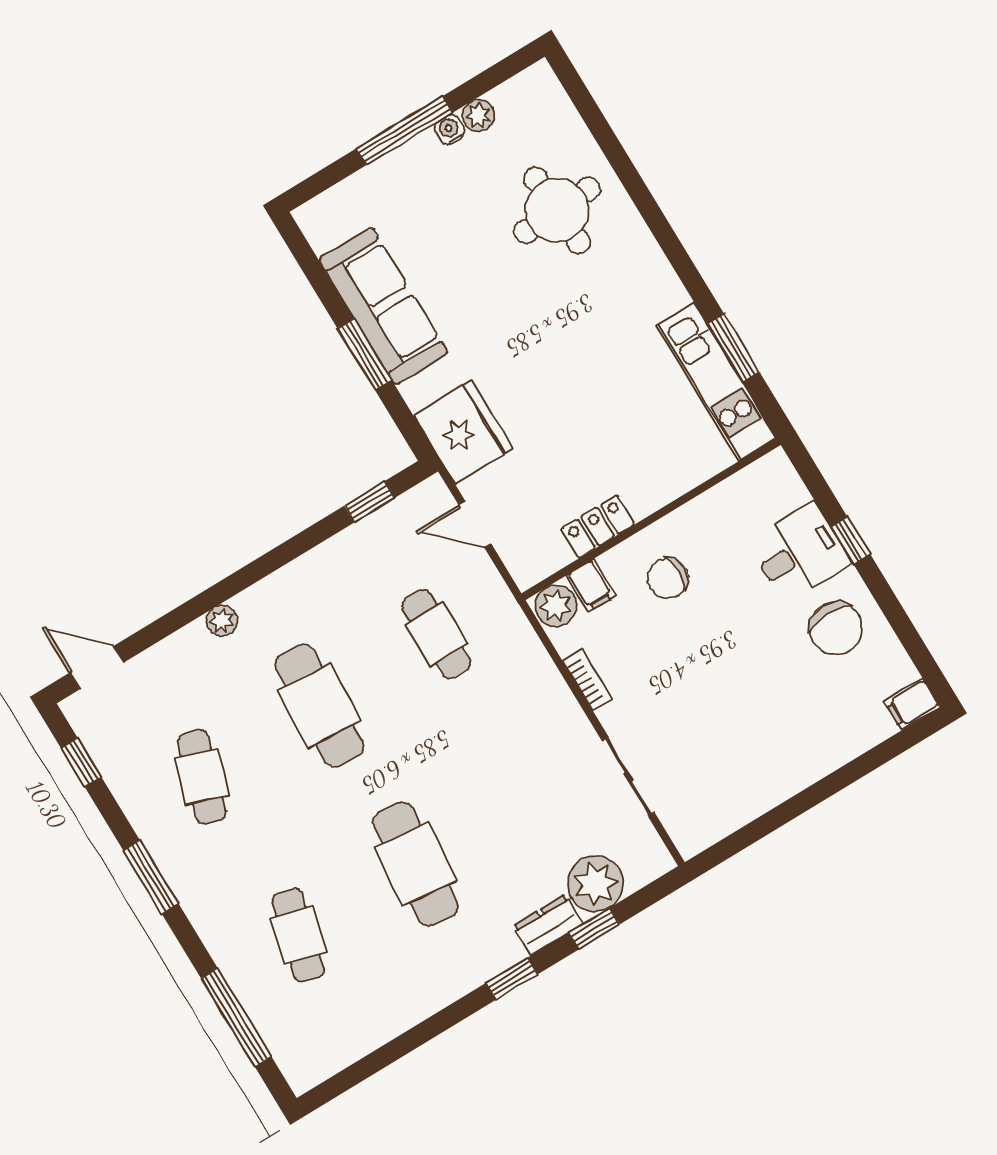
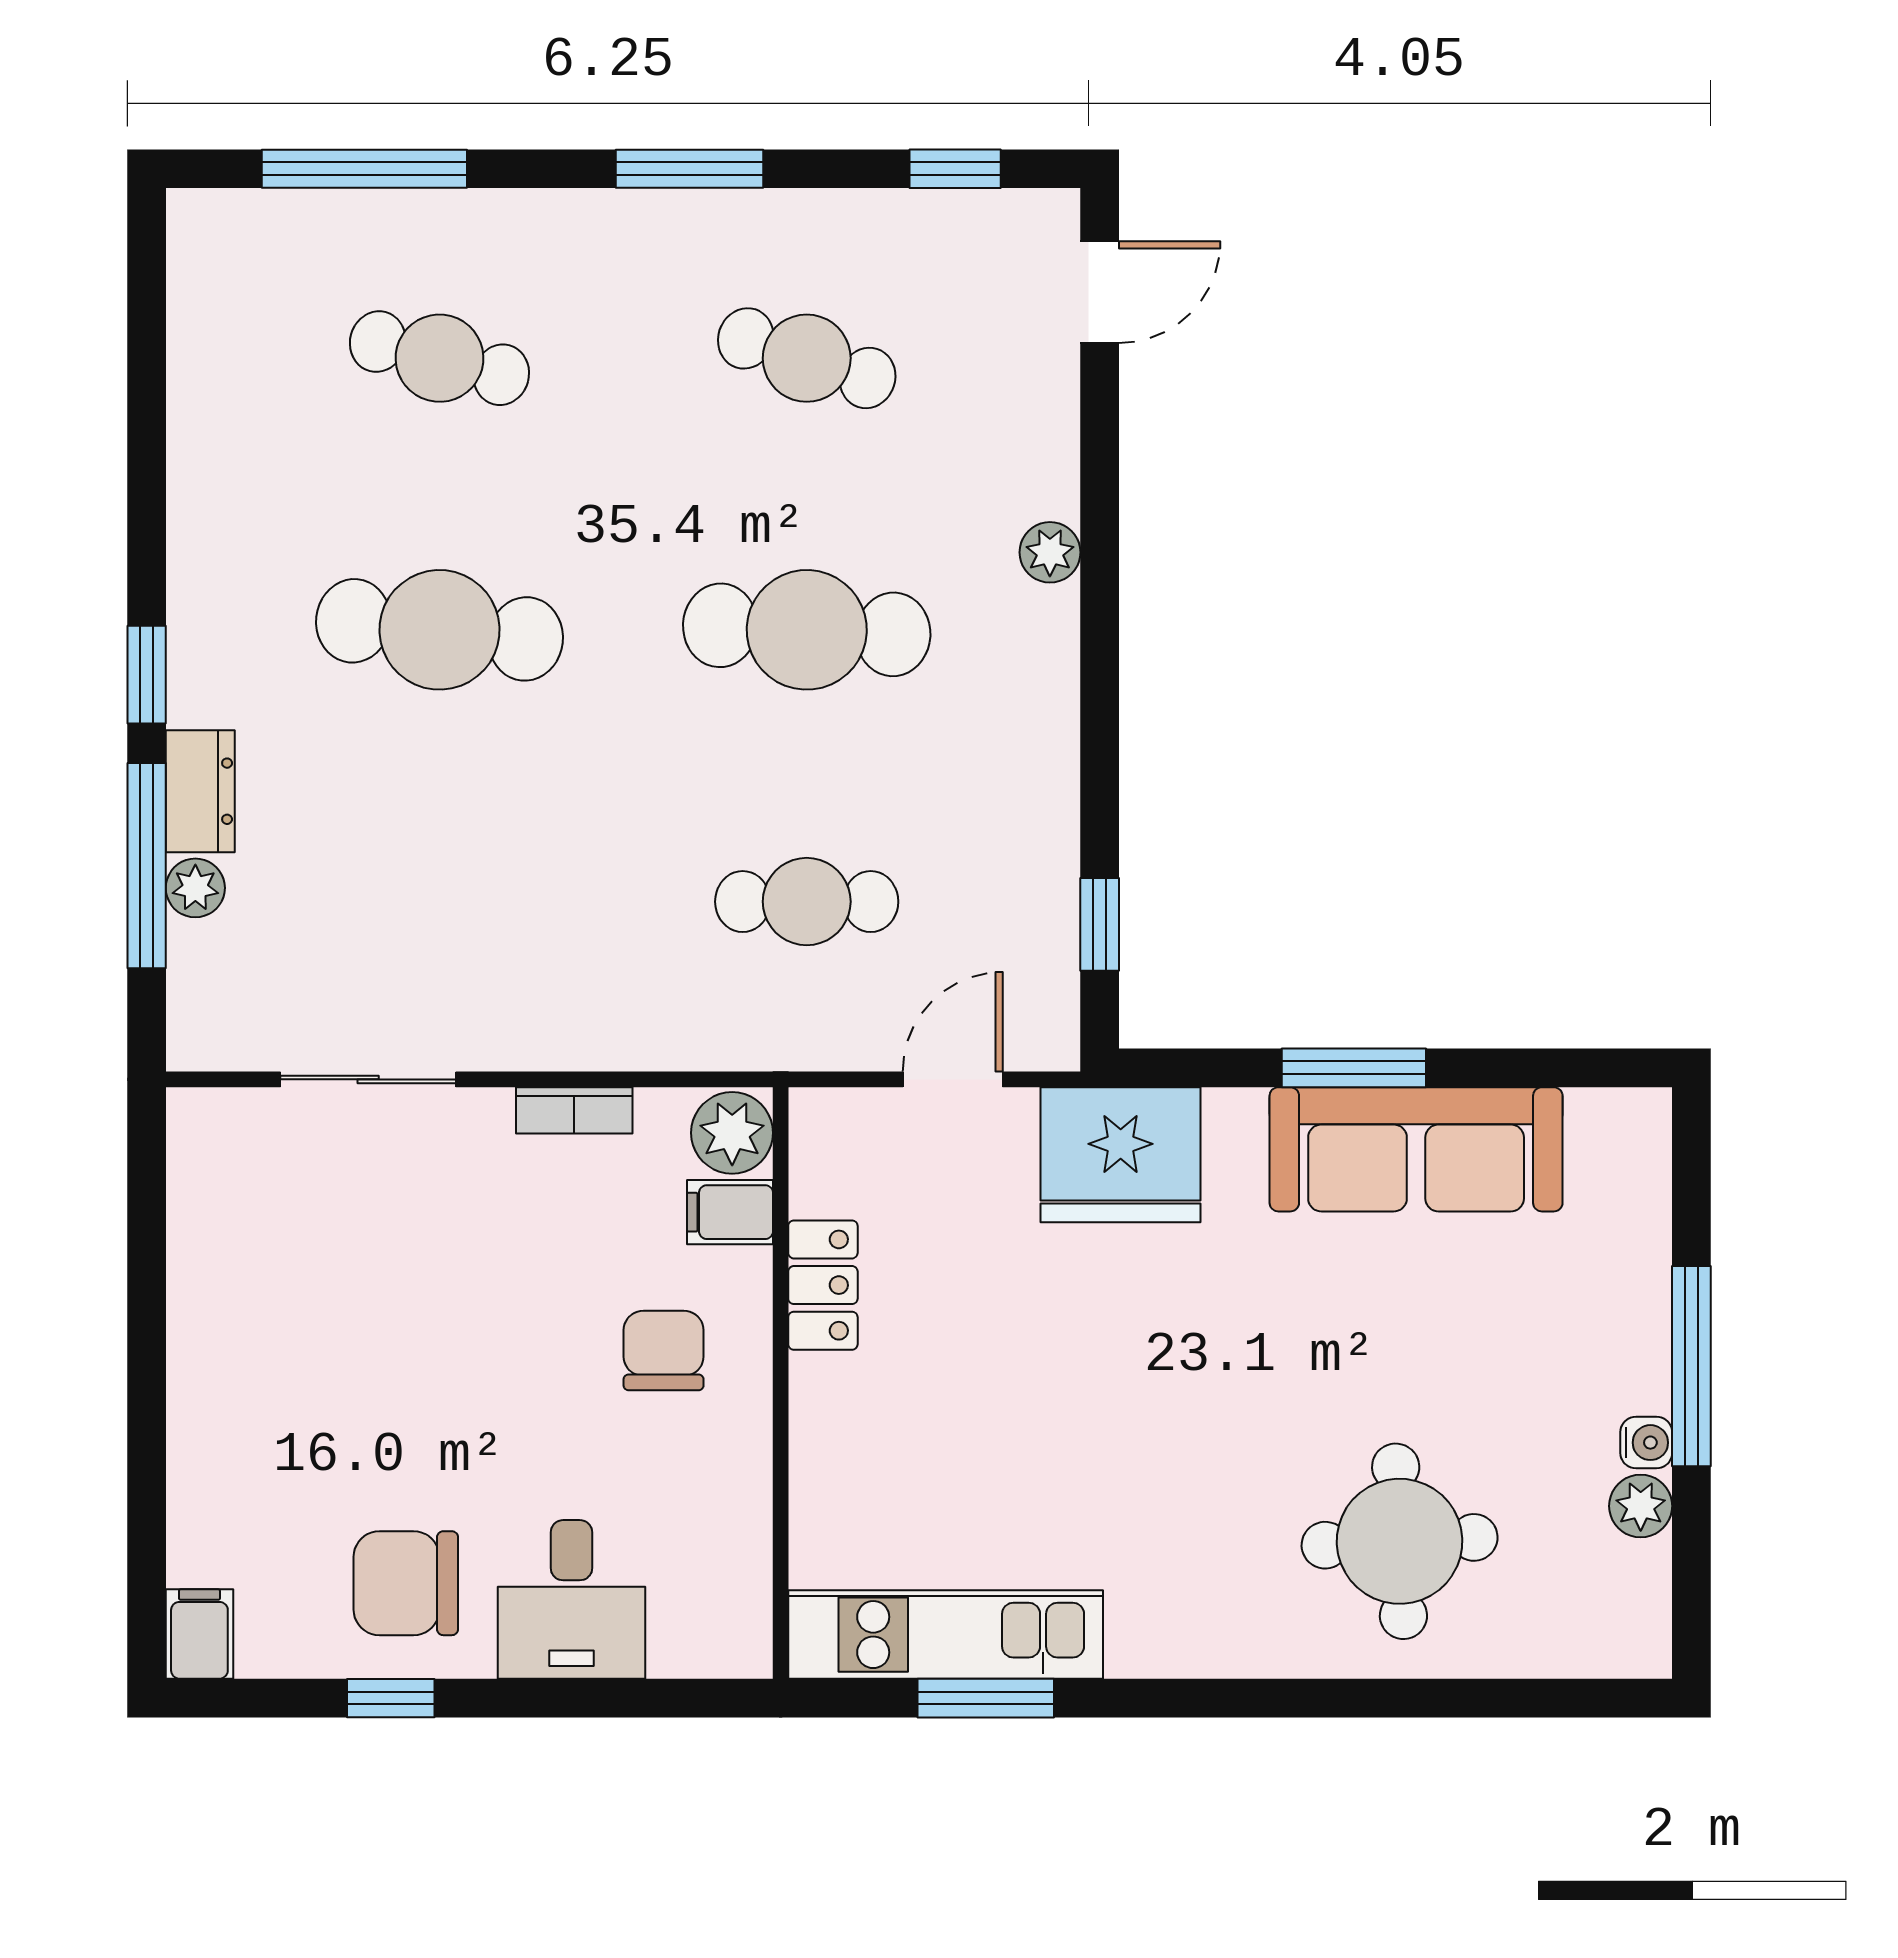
window: (850, 540) -> (391, 1698), moved
plant: (595, 884) -> (195, 888), width x0.53, depth x0.53
window: (594, 929) -> (147, 866), width x2.17

